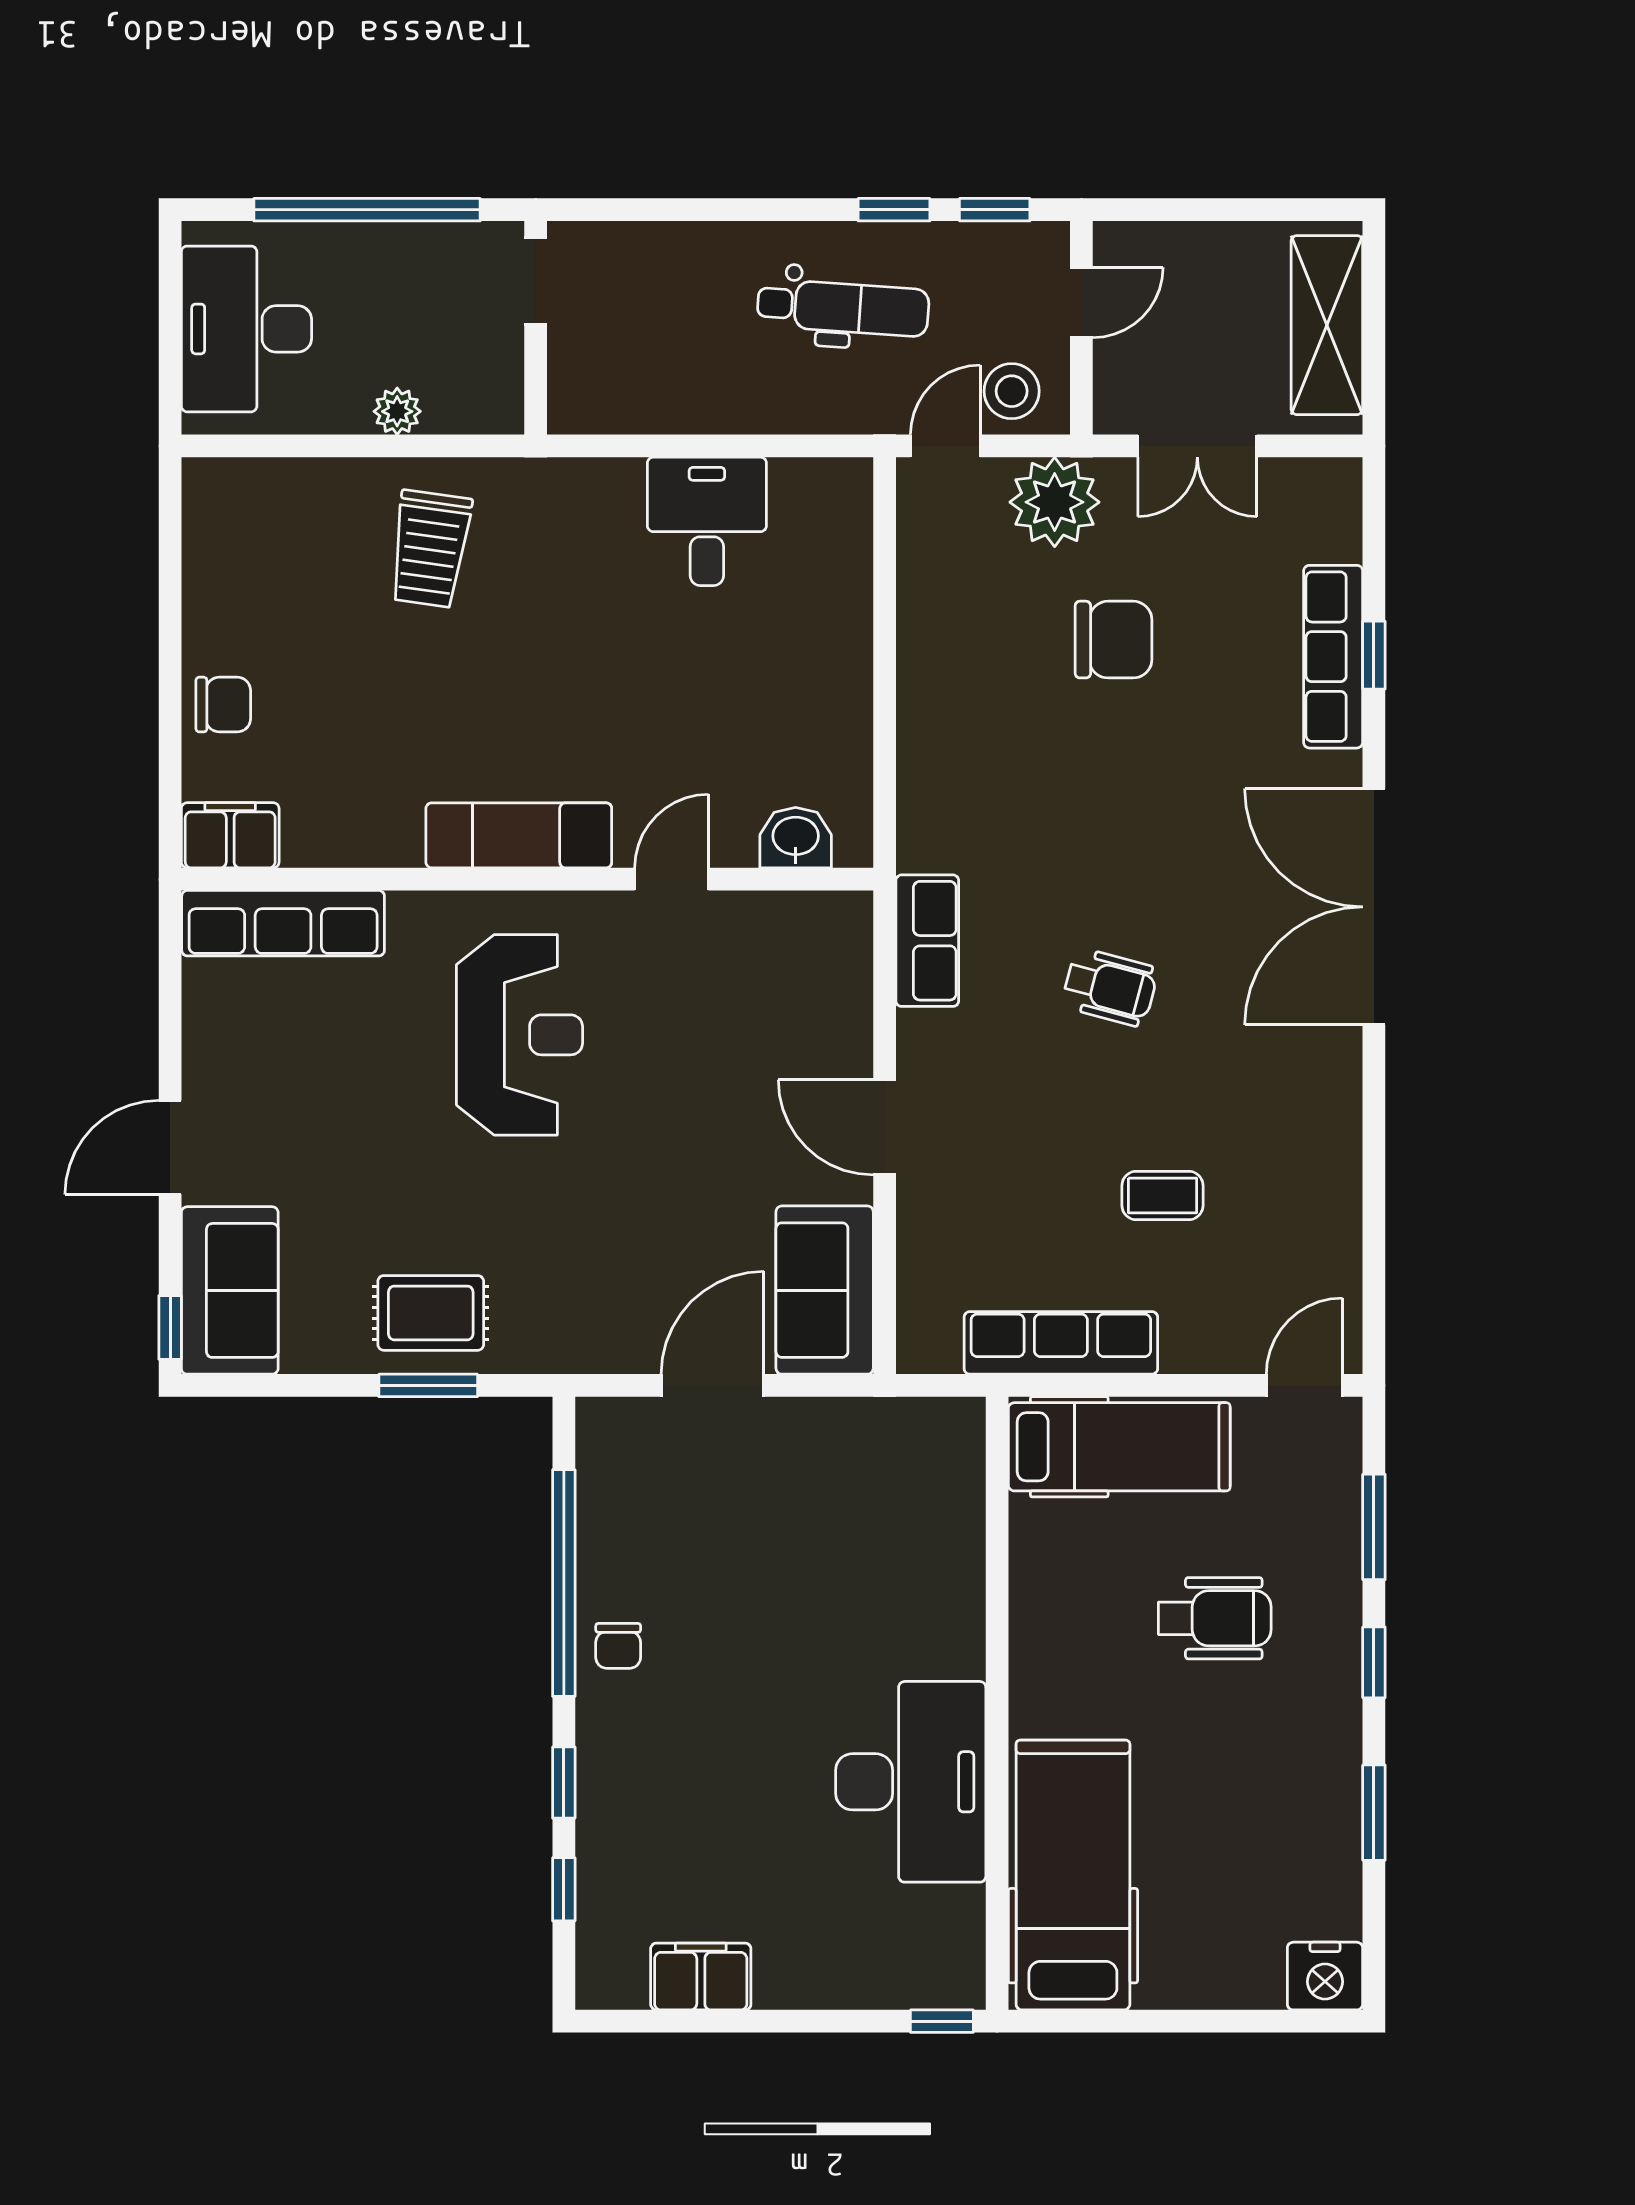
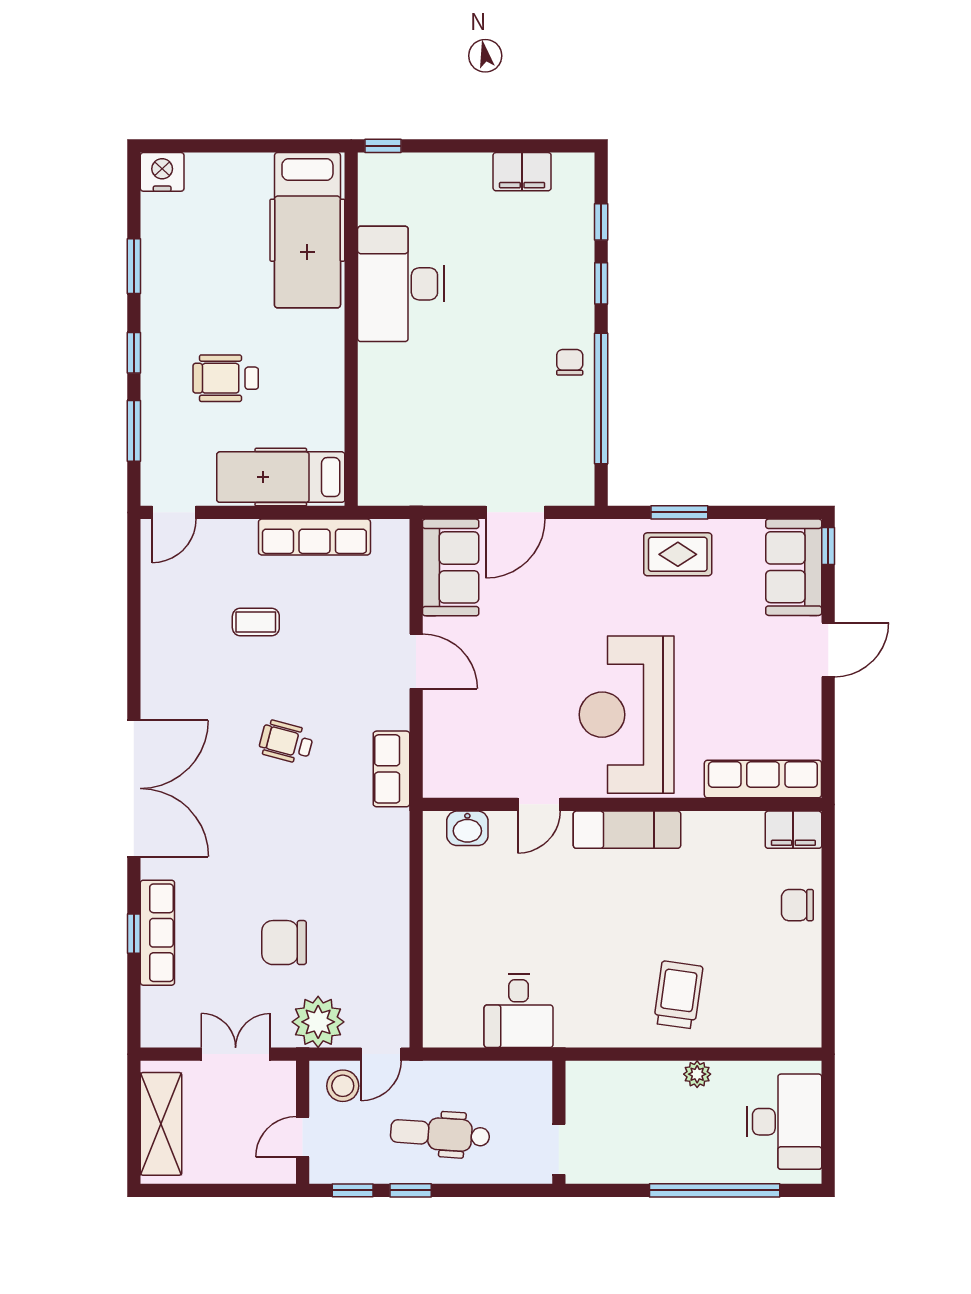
doorway: (536, 281) -> (559, 1149), moved
wall: (536, 328) -> (559, 1122), moved
reception desk: (519, 1035) -> (627, 715), width x1.36, depth x1.30

